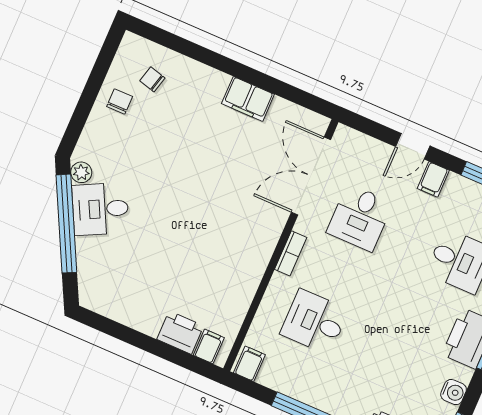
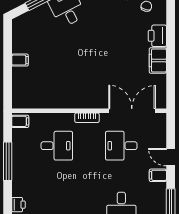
desk: (315, 322) -> (57, 146), turned 90
printer: (180, 333) -> (157, 36), moved, turned 180
filing cabinet: (209, 346) -> (20, 60), moved

